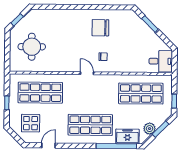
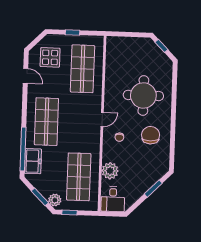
round table: (32, 47) -> (143, 95), moved, width x1.36, depth x1.36
plant: (135, 65) -> (110, 171), added
plant: (150, 129) -> (55, 200), moved

